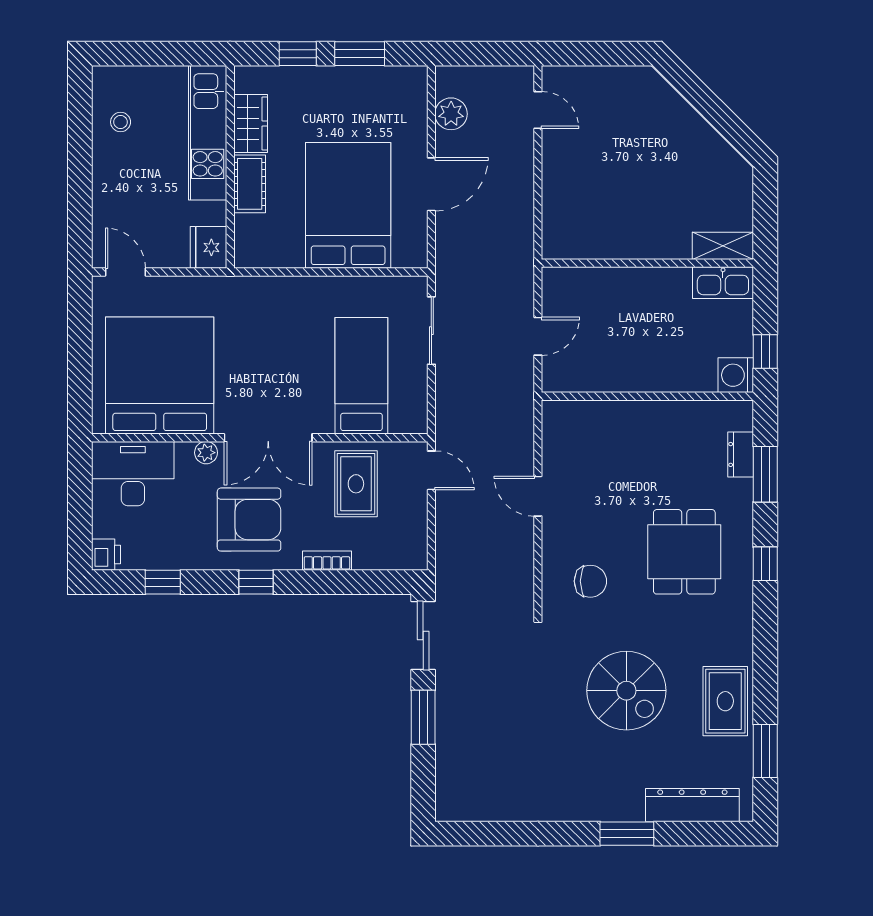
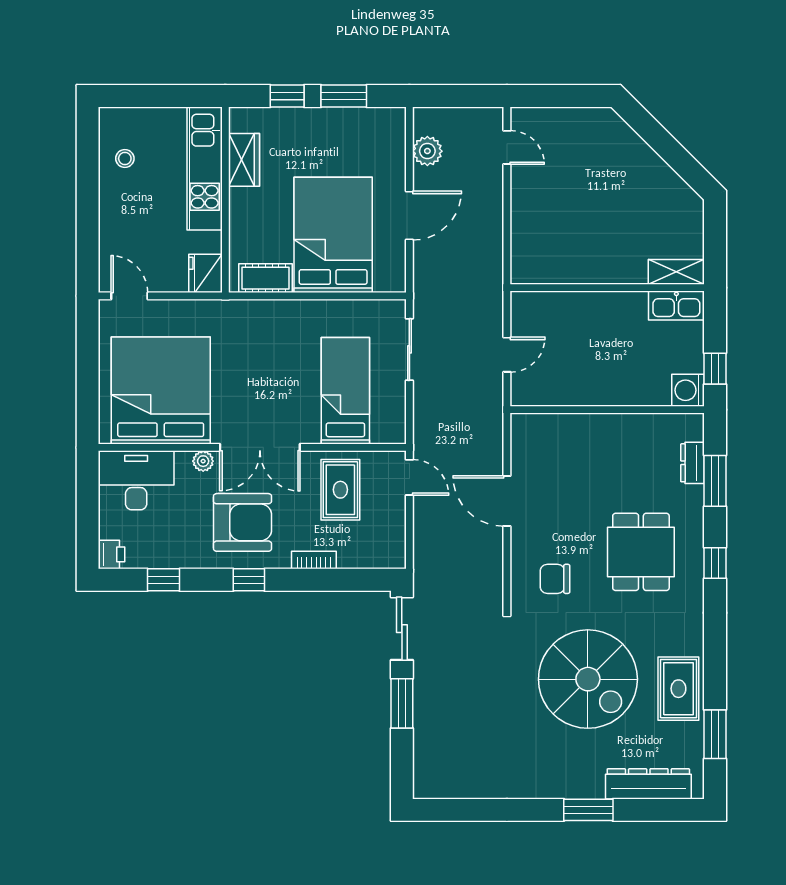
cot: (250, 184) -> (265, 278), moved, turned 90
door: (538, 496) -> (507, 501), width x1.38
chair: (590, 581) -> (555, 579), turned 180
spiral stairs: (626, 691) -> (588, 679), width x1.37, depth x1.37

